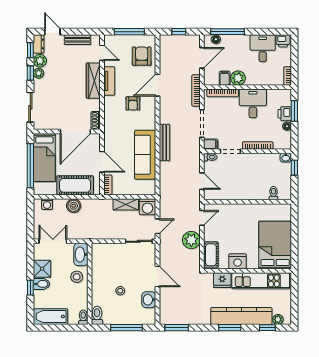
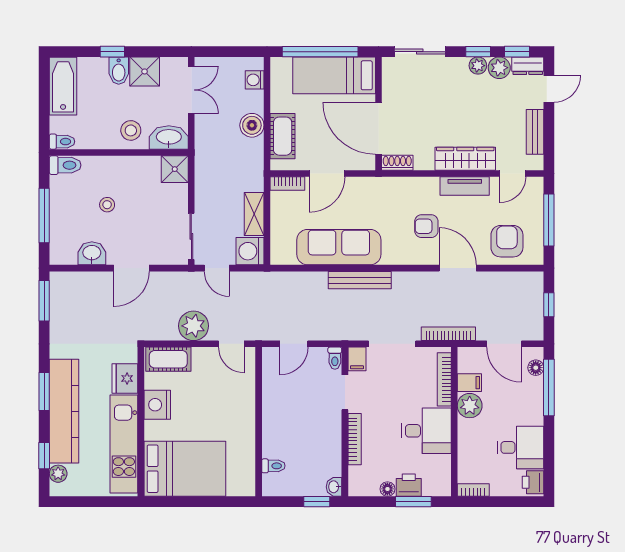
armchair: (142, 56) -> (507, 241), turned -90
cot: (75, 185) -> (283, 136), width x0.73, depth x0.75
shower: (99, 251) -> (175, 169), added

